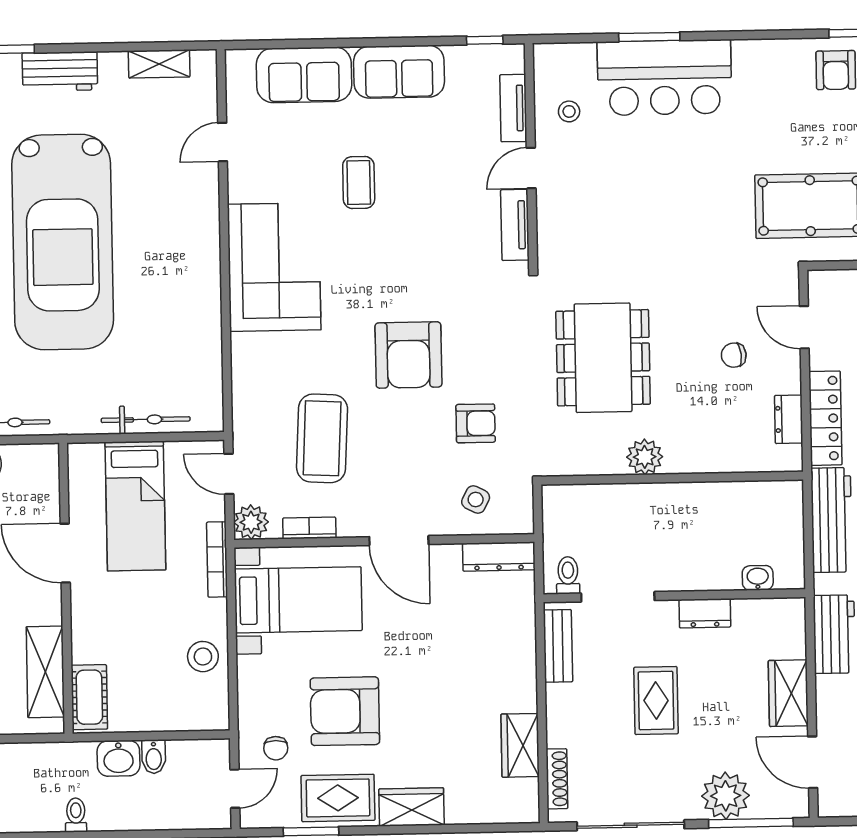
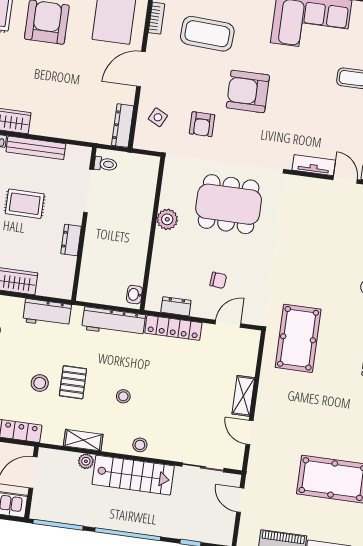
chair: (734, 355) -> (218, 280), turned 101
washbasin: (758, 578) -> (134, 295), moved, turned 180
bench: (558, 646) -> (36, 148), moved, width x1.36

